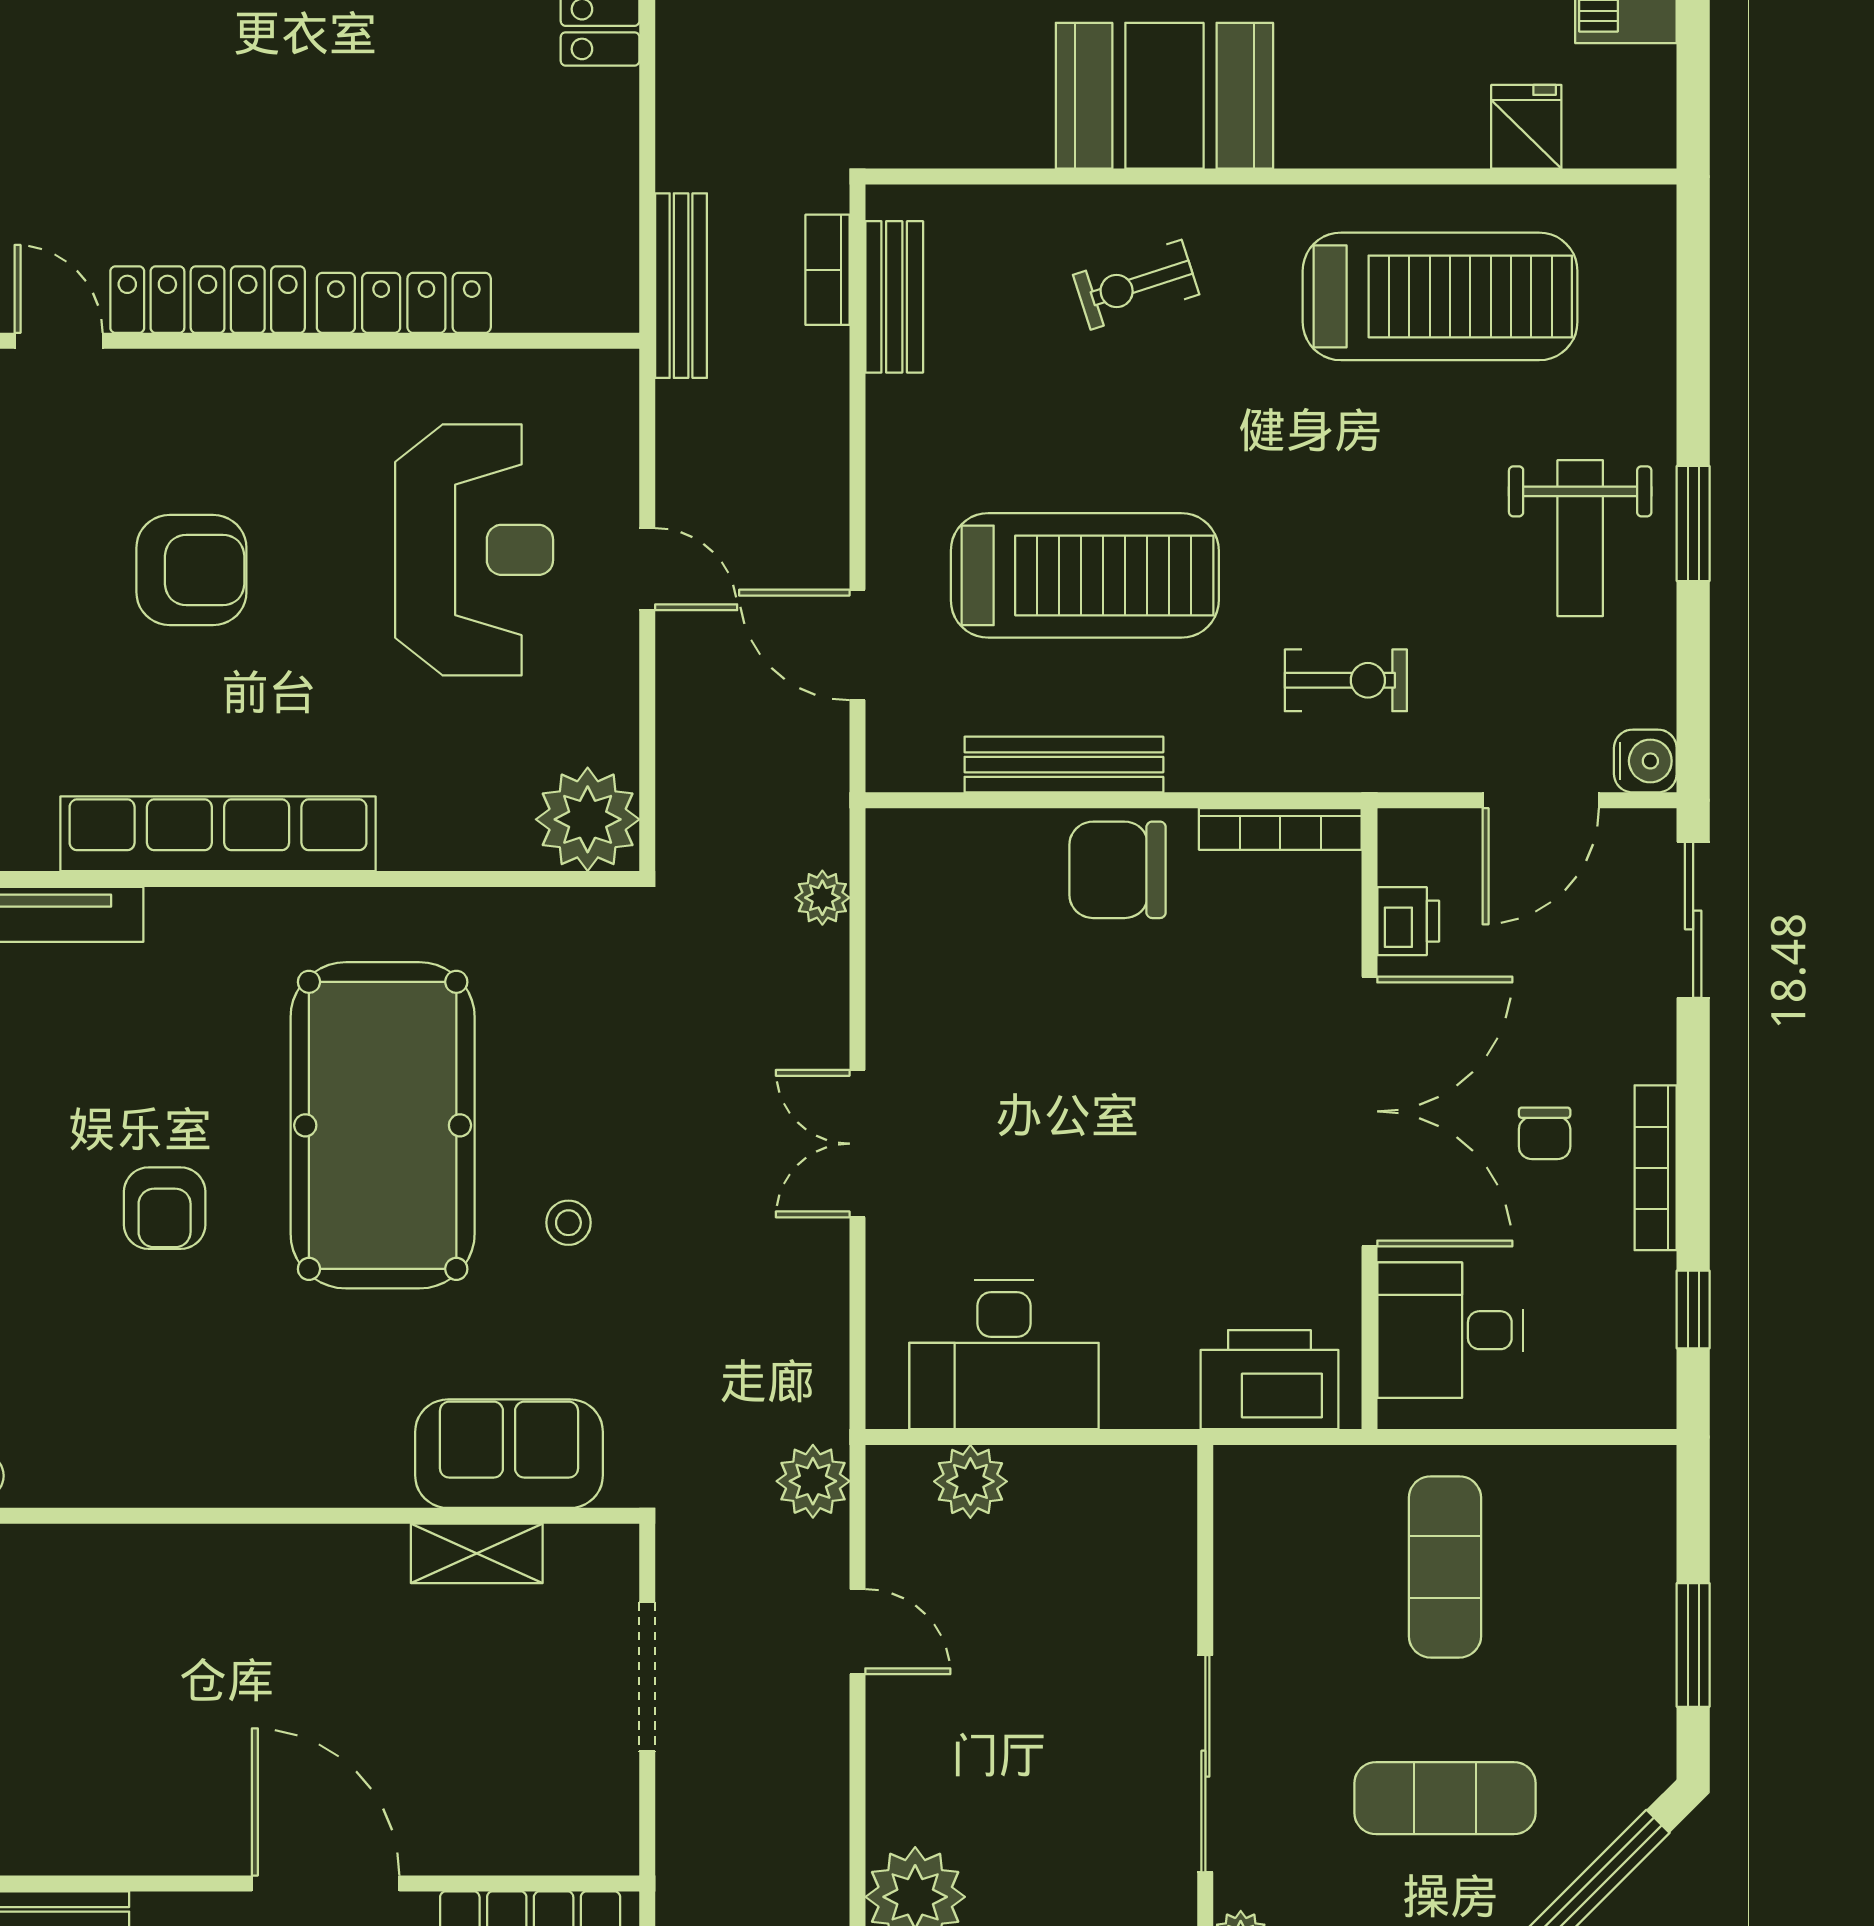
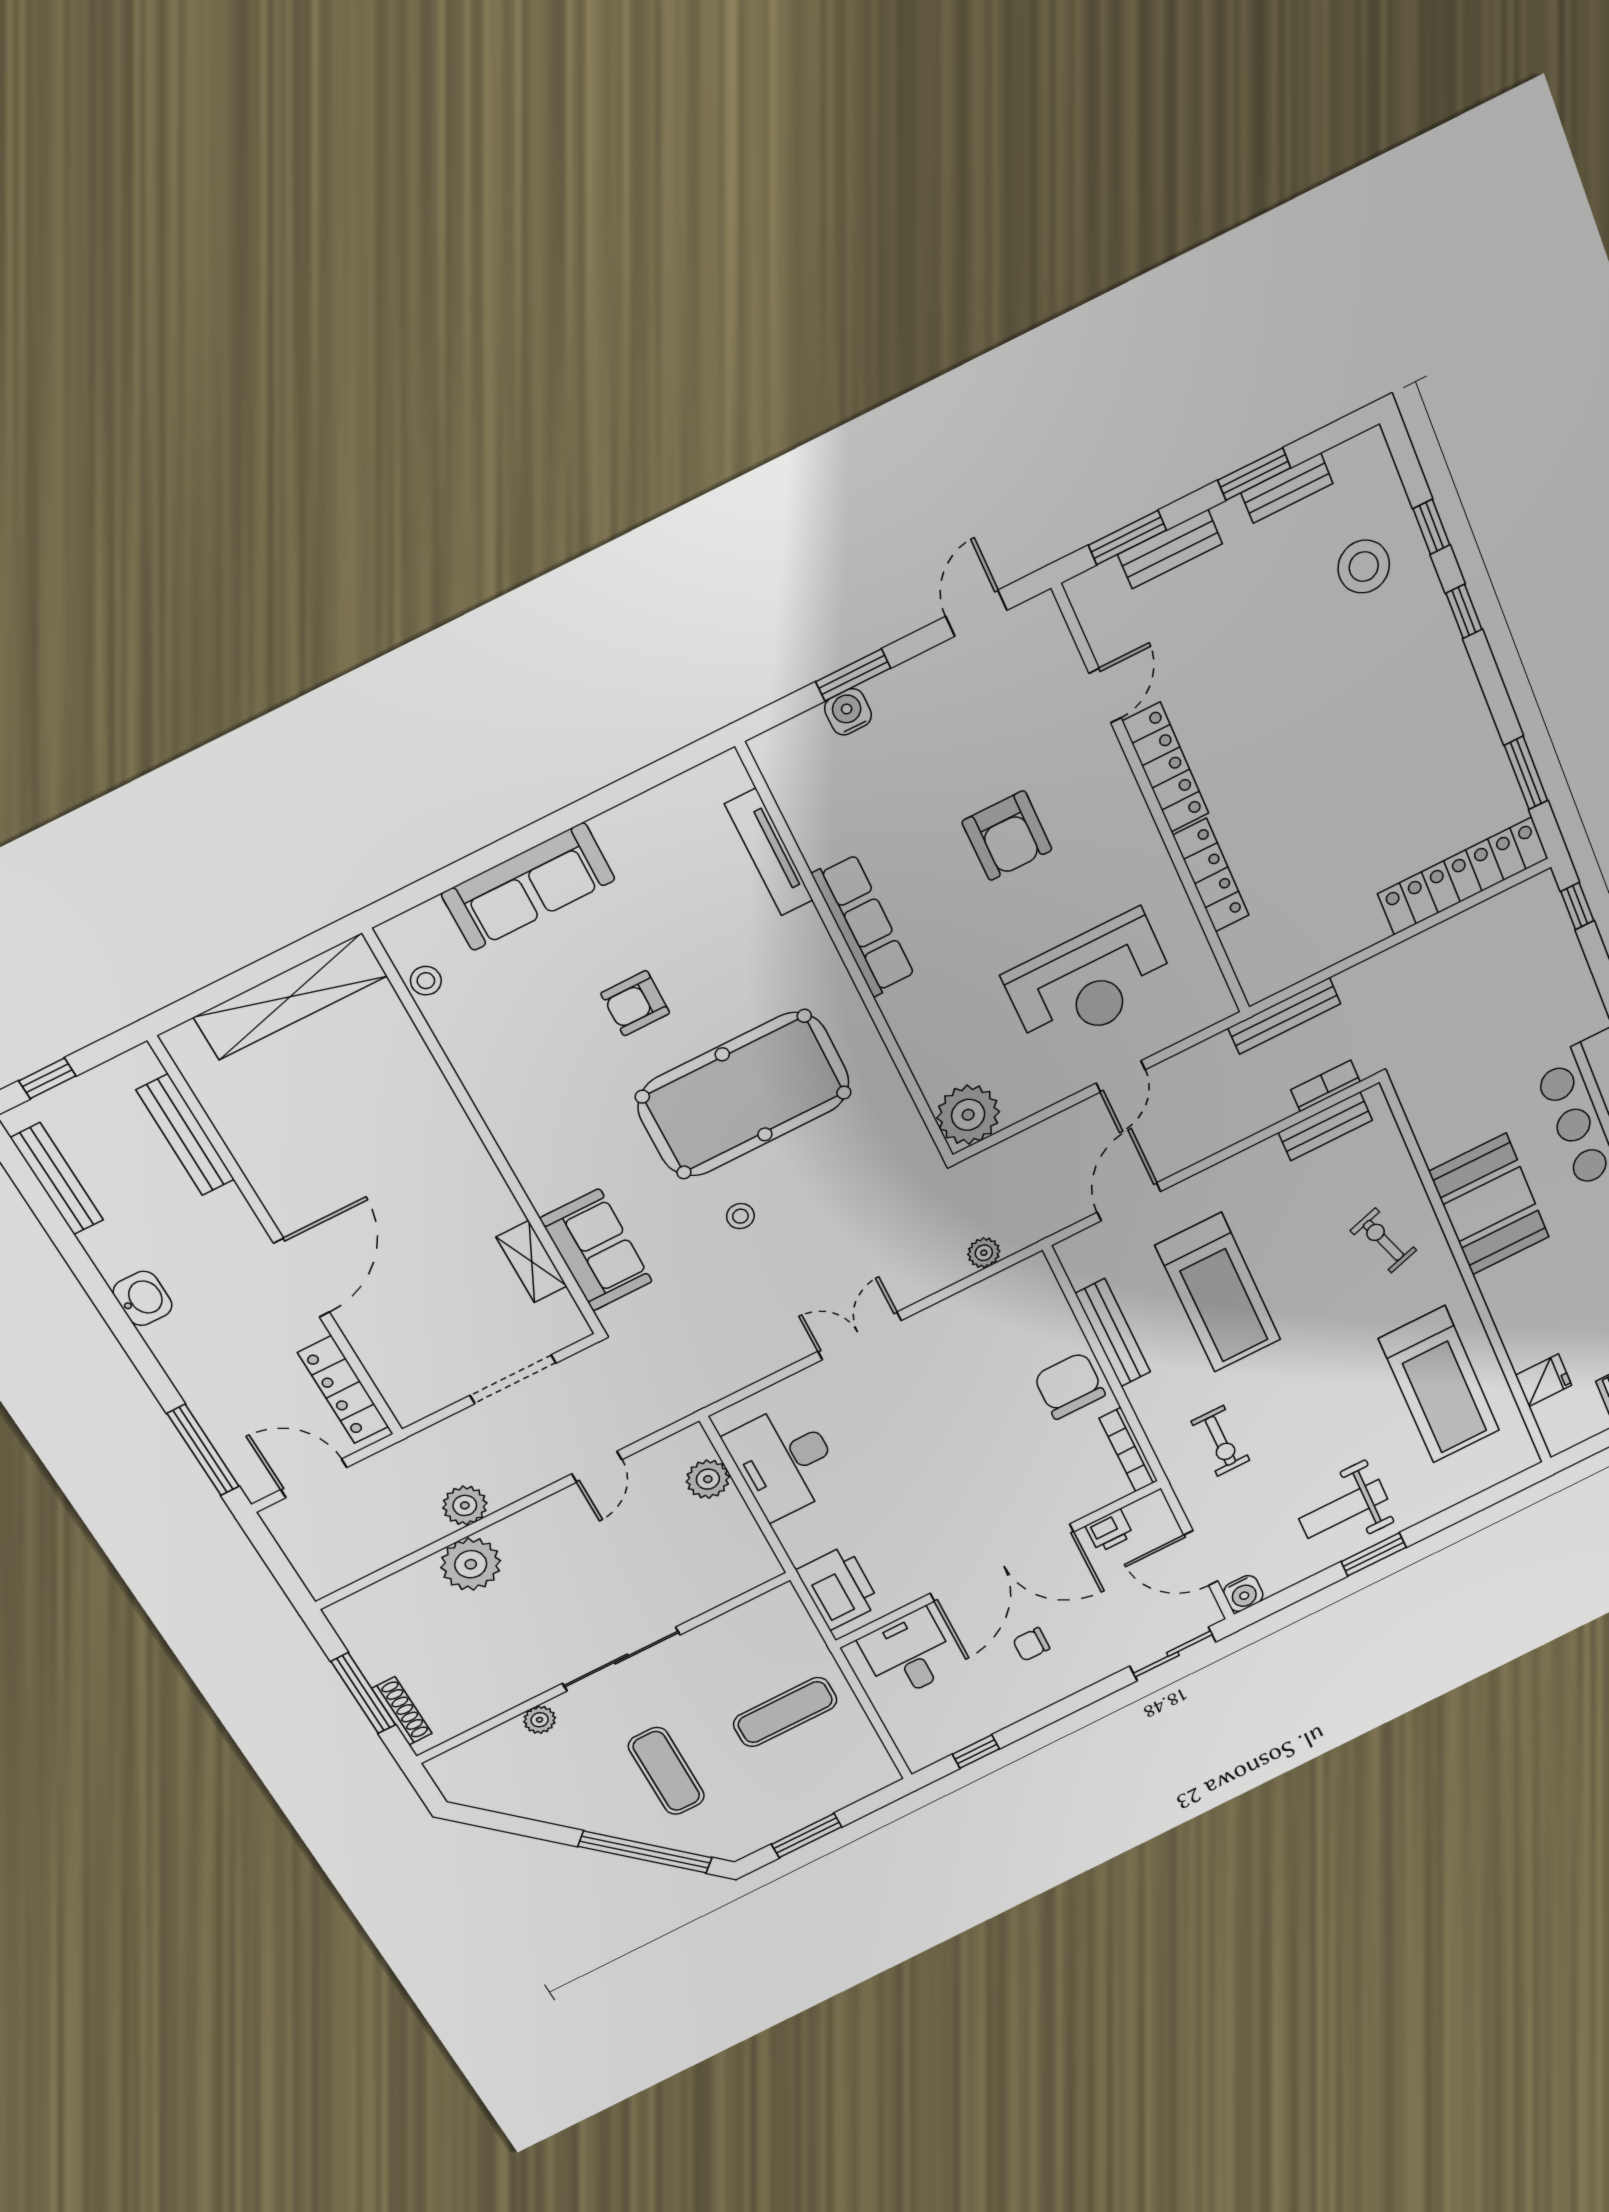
row of seats: (218, 834) -> (864, 925), width x0.73
bookcase: (1656, 1168) -> (1039, 1700), removed
plant: (813, 1481) -> (465, 1505), moved

